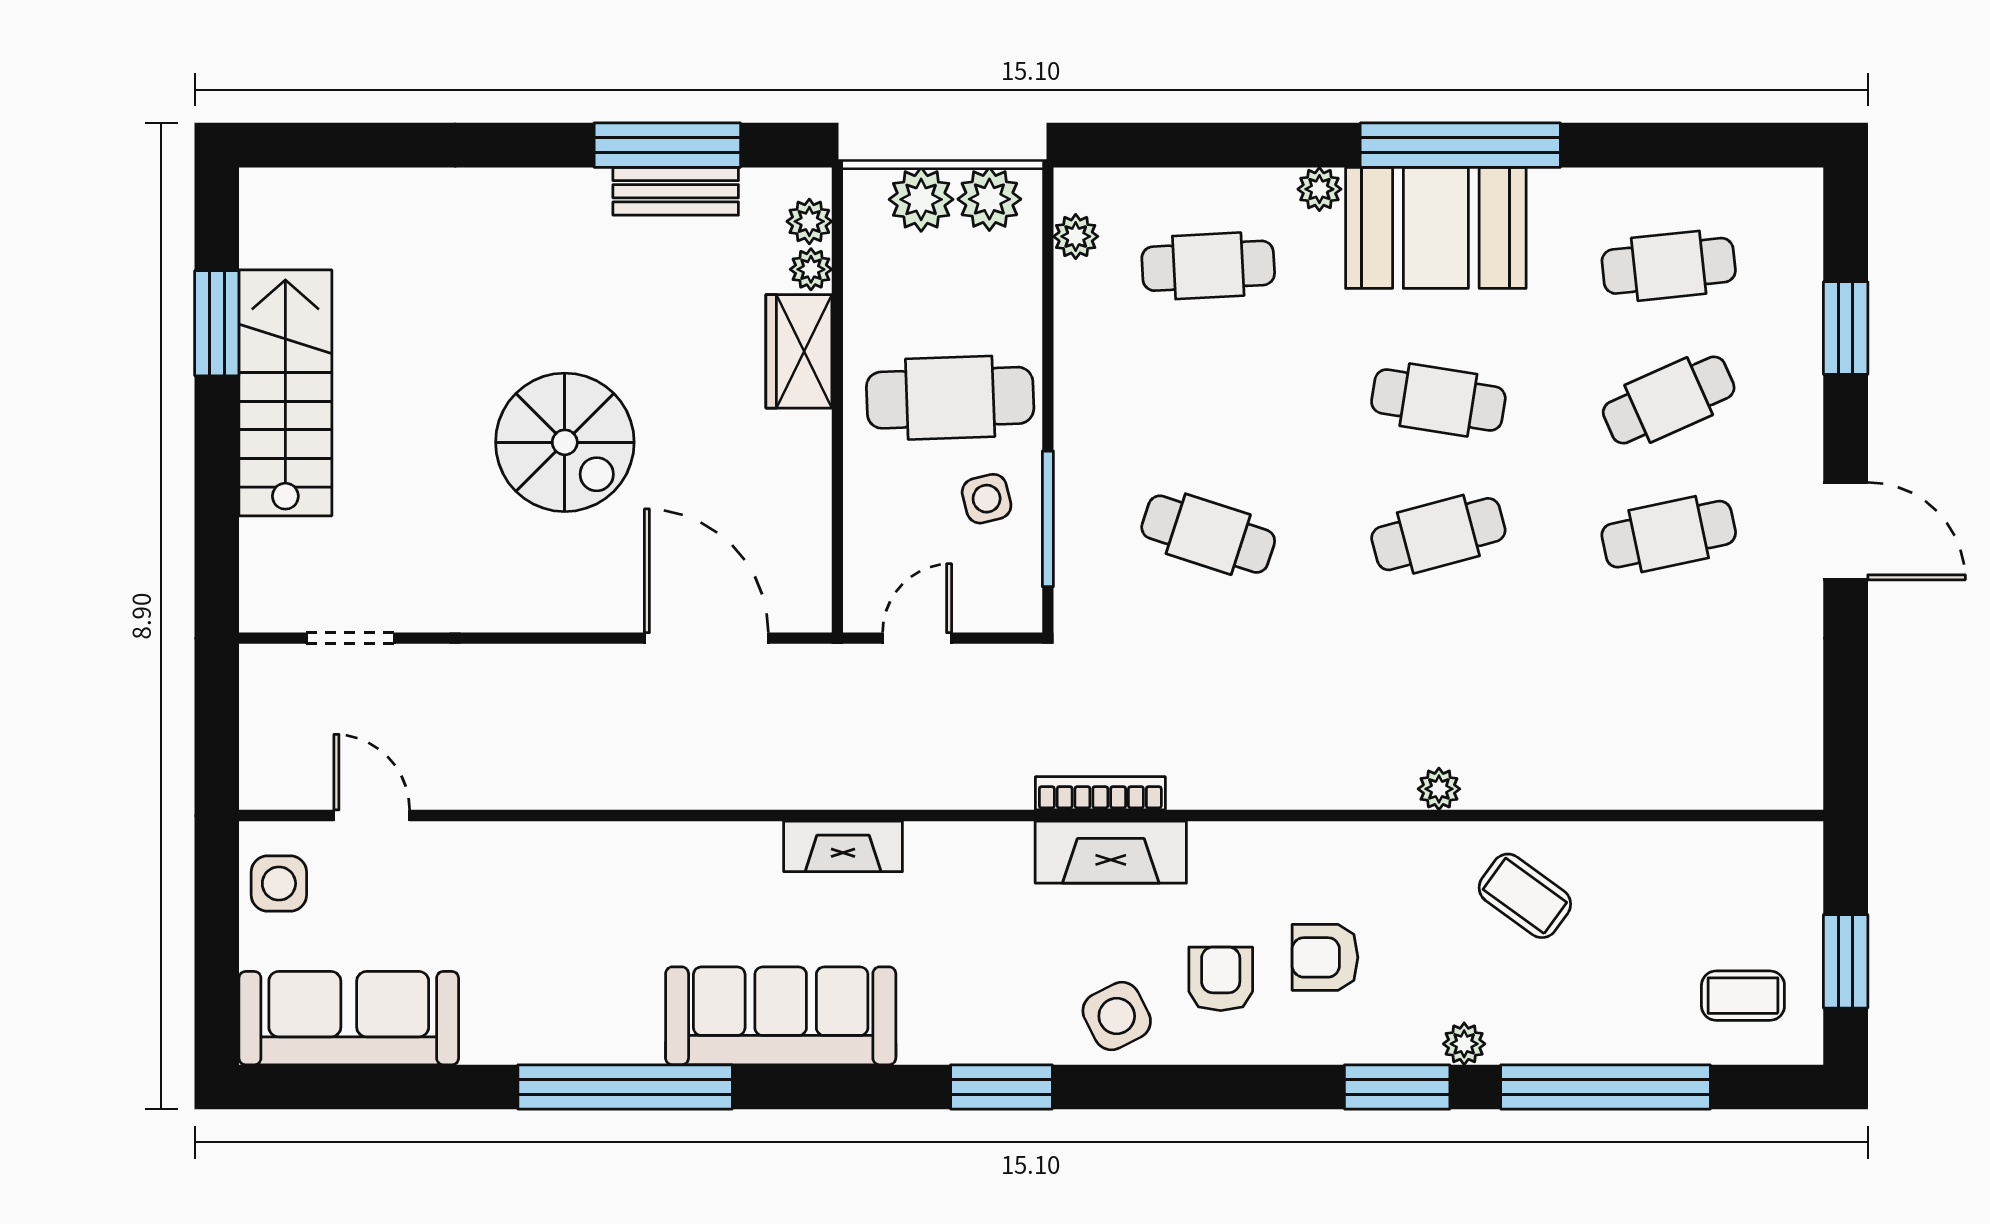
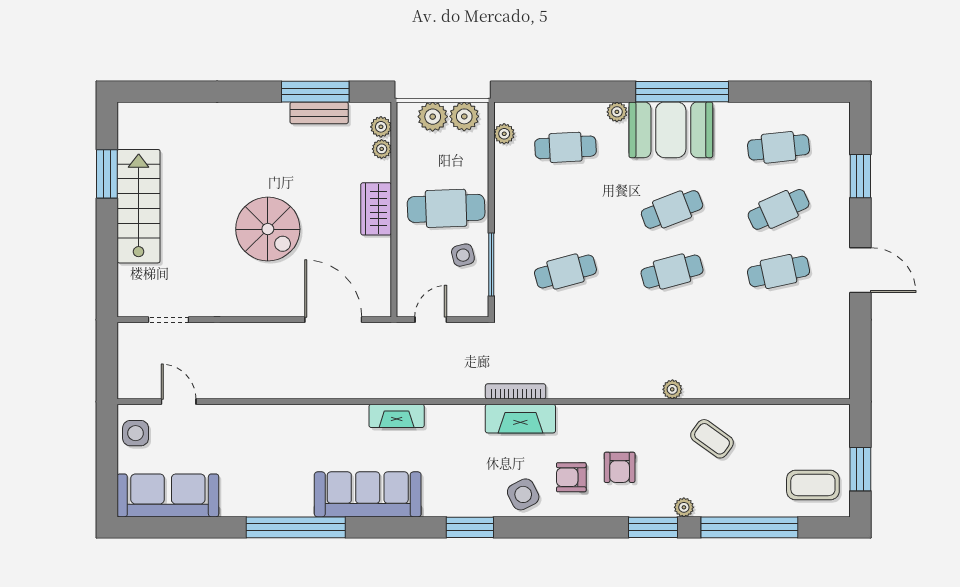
wardrobe: (799, 351) -> (376, 209), moved
cafe table: (1438, 400) -> (672, 209), turned -30
cafe table: (1208, 534) -> (565, 271), turned -33
armchair: (1325, 957) -> (620, 467), turned -90
armchair: (1221, 979) -> (571, 477), turned -90
coffee table: (1743, 996) -> (813, 485), width x1.36, depth x1.30

